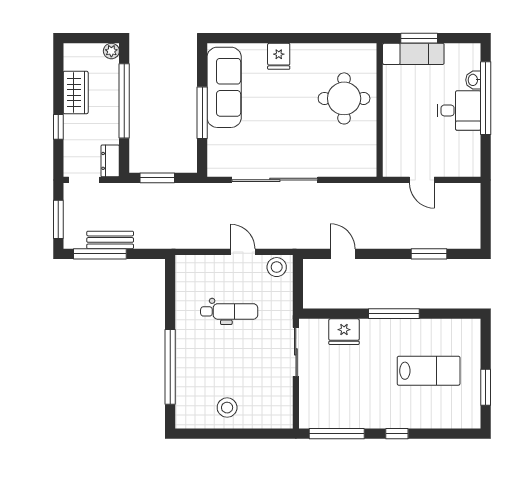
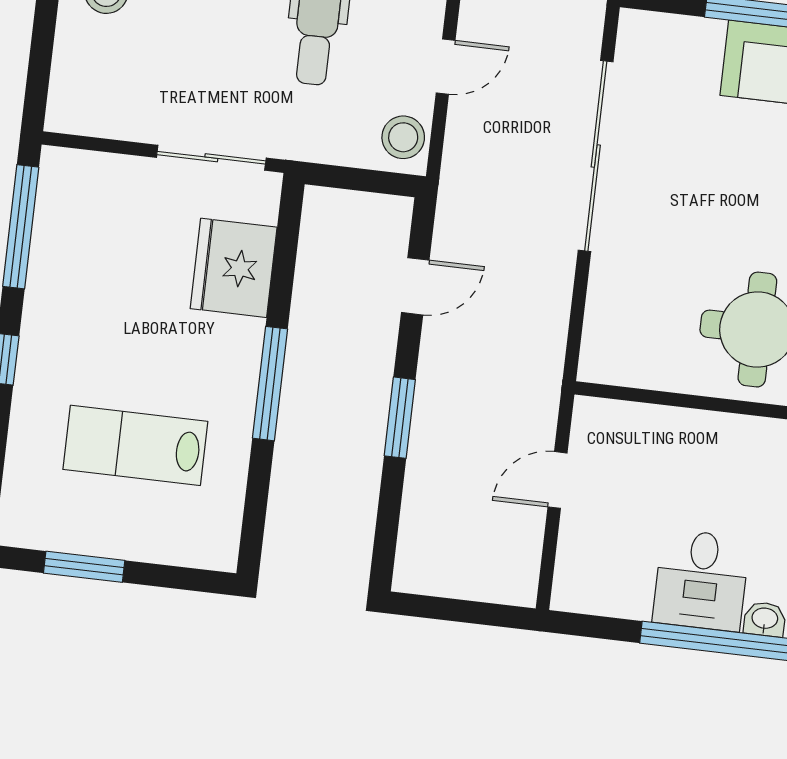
window: (429, 254) -> (400, 418), moved
fridge: (344, 332) -> (234, 268), width x1.36, depth x1.34
lab bench: (429, 371) -> (135, 445), turned 90

